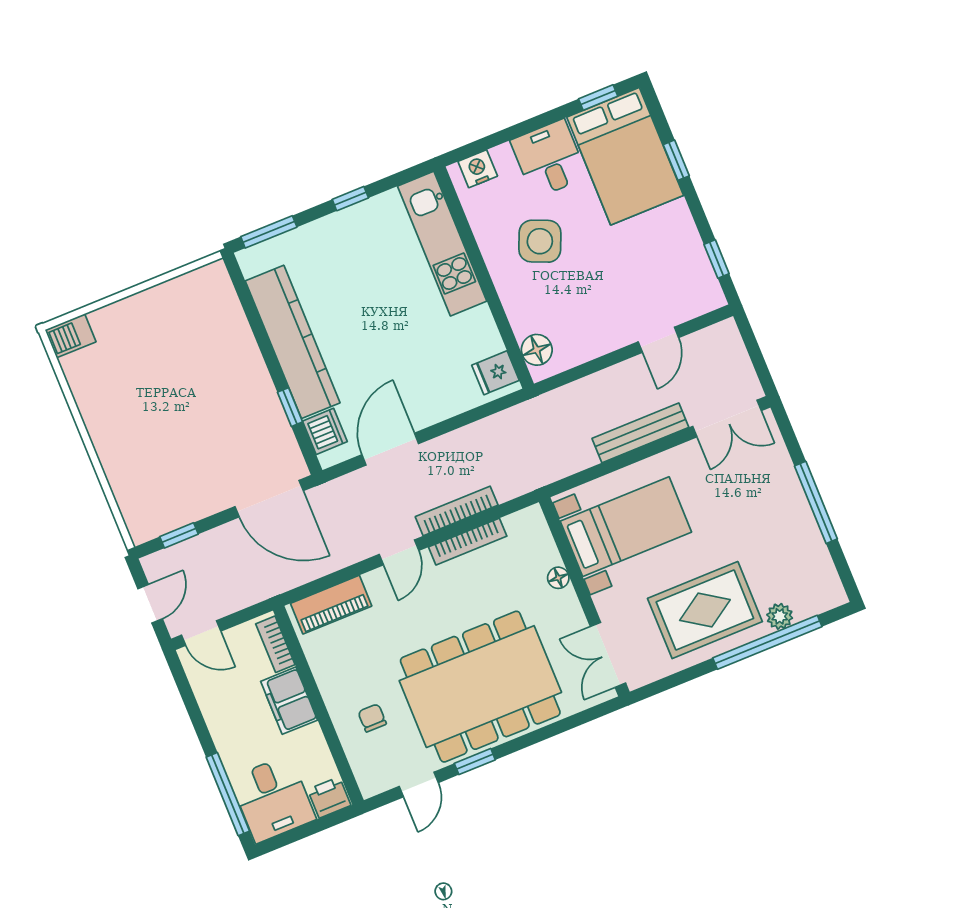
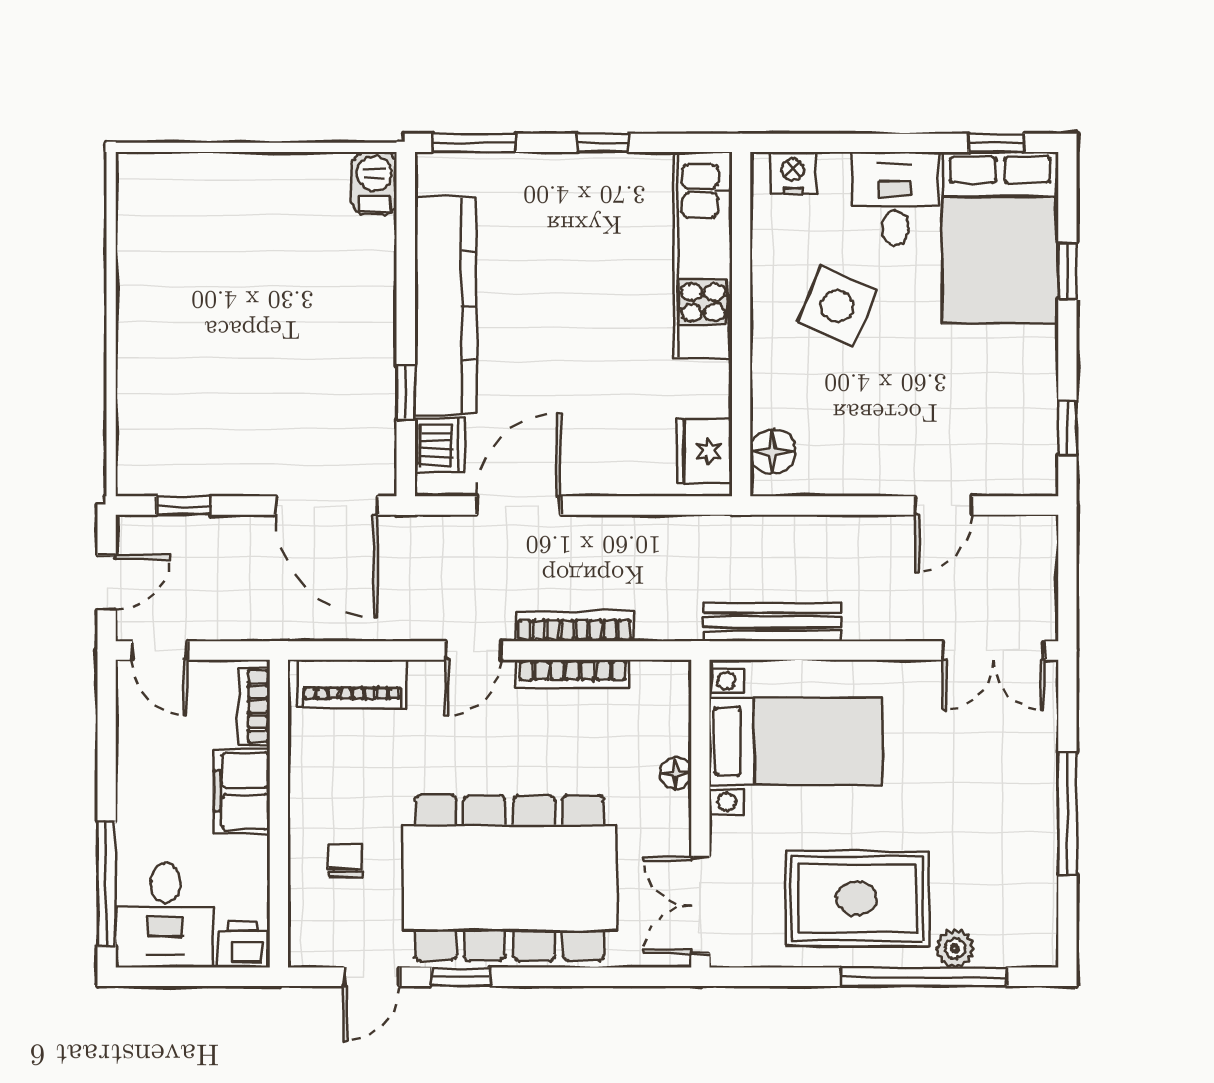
barbecue: (71, 336) -> (374, 183), moved, turned 90
fridge: (495, 373) -> (704, 451), width x1.38
bench: (640, 433) -> (772, 622), moved

